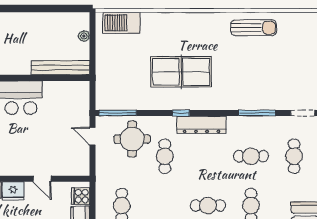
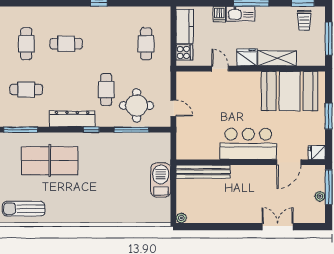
barbecue: (121, 23) -> (161, 180), moved, turned -90
plant: (84, 36) -> (181, 218), moved
table tennis table: (181, 72) -> (50, 161), moved
window: (118, 113) -> (131, 130), moved

